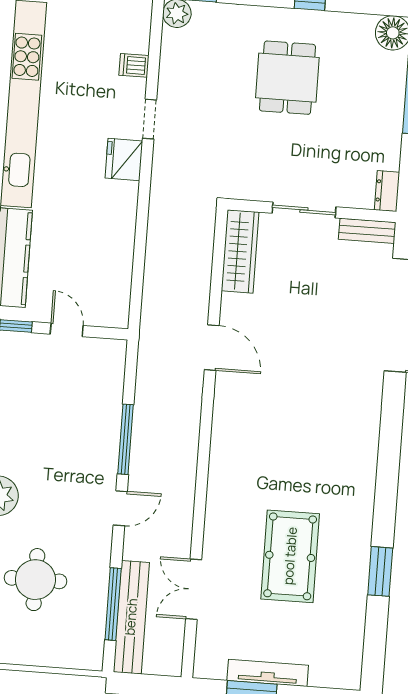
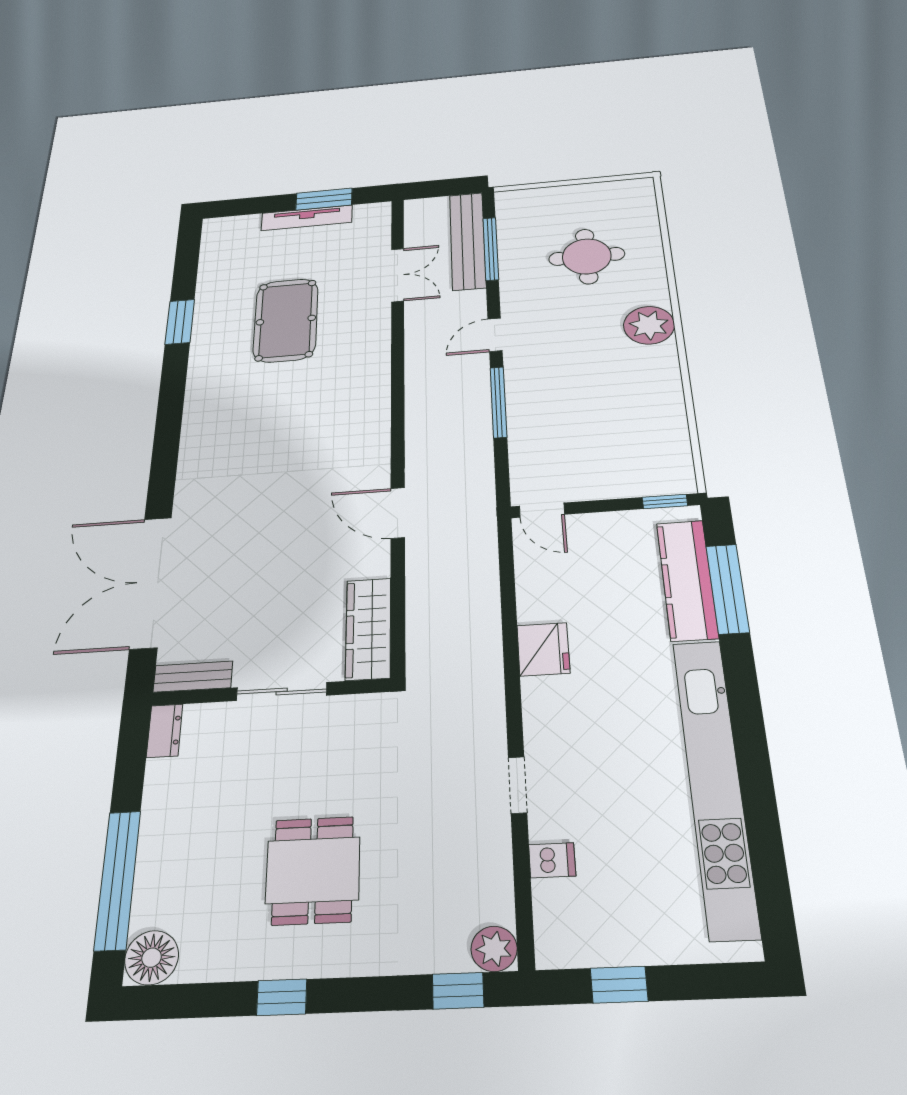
fridge: (124, 160) -> (543, 649), moved
door: (67, 330) -> (542, 510), moved

